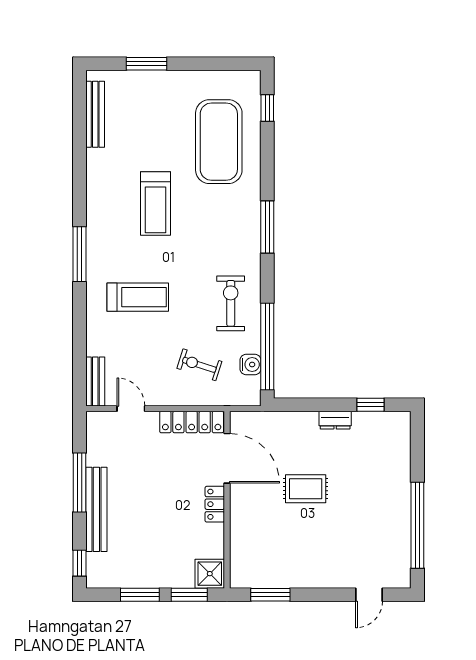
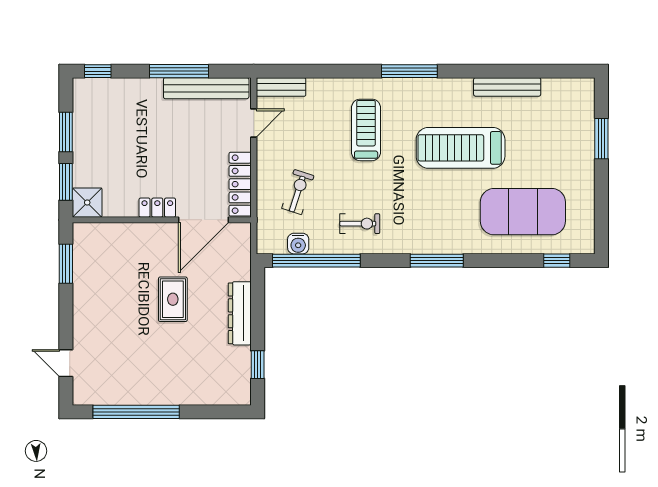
bench: (95, 114) -> (507, 87), moved
treadmill: (156, 203) -> (461, 148), width x1.37, depth x1.38
treadmill: (138, 297) -> (366, 130), turned 180
exercise bike: (231, 303) -> (360, 224), width x0.73, depth x0.72
dresser: (335, 420) -> (240, 313), width x1.96, depth x1.24
bench: (96, 509) -> (206, 88), moved

